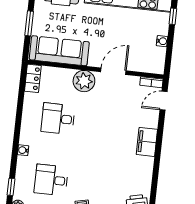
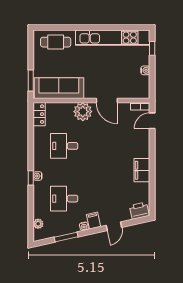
window: (29, 23) -> (31, 81), moved
door: (113, 71) -> (107, 101), swing flipped
filing cabinet: (147, 142) -> (142, 170), moved
window: (11, 187) -> (31, 178), moved

